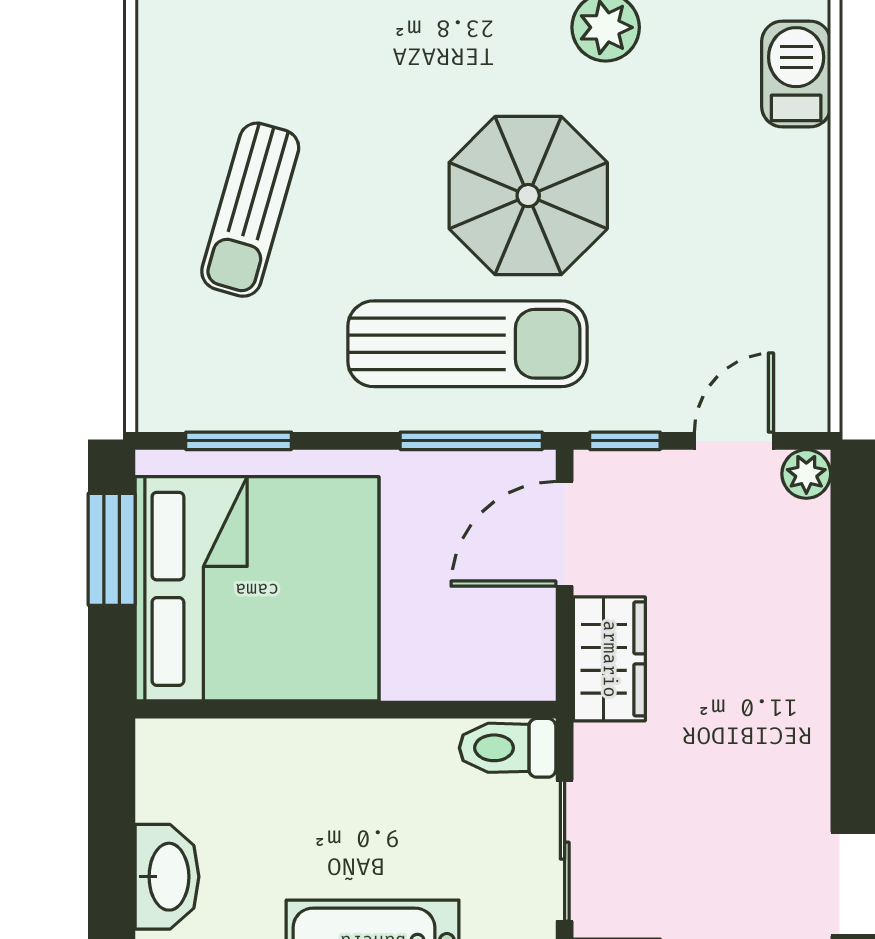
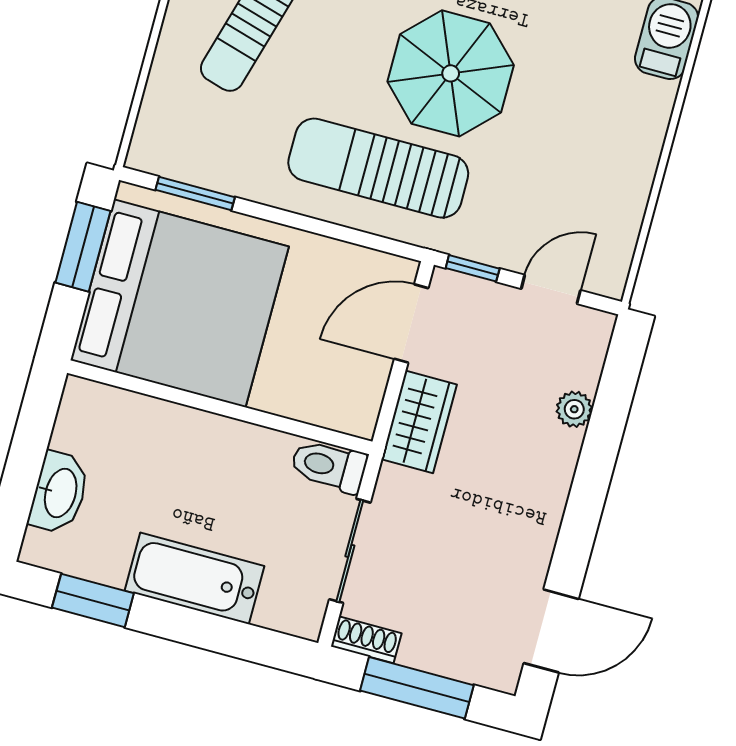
sun lounger: (467, 344) -> (378, 168), turned 180
window: (471, 441) -> (362, 239), removed
plant: (806, 474) -> (574, 409), moved

